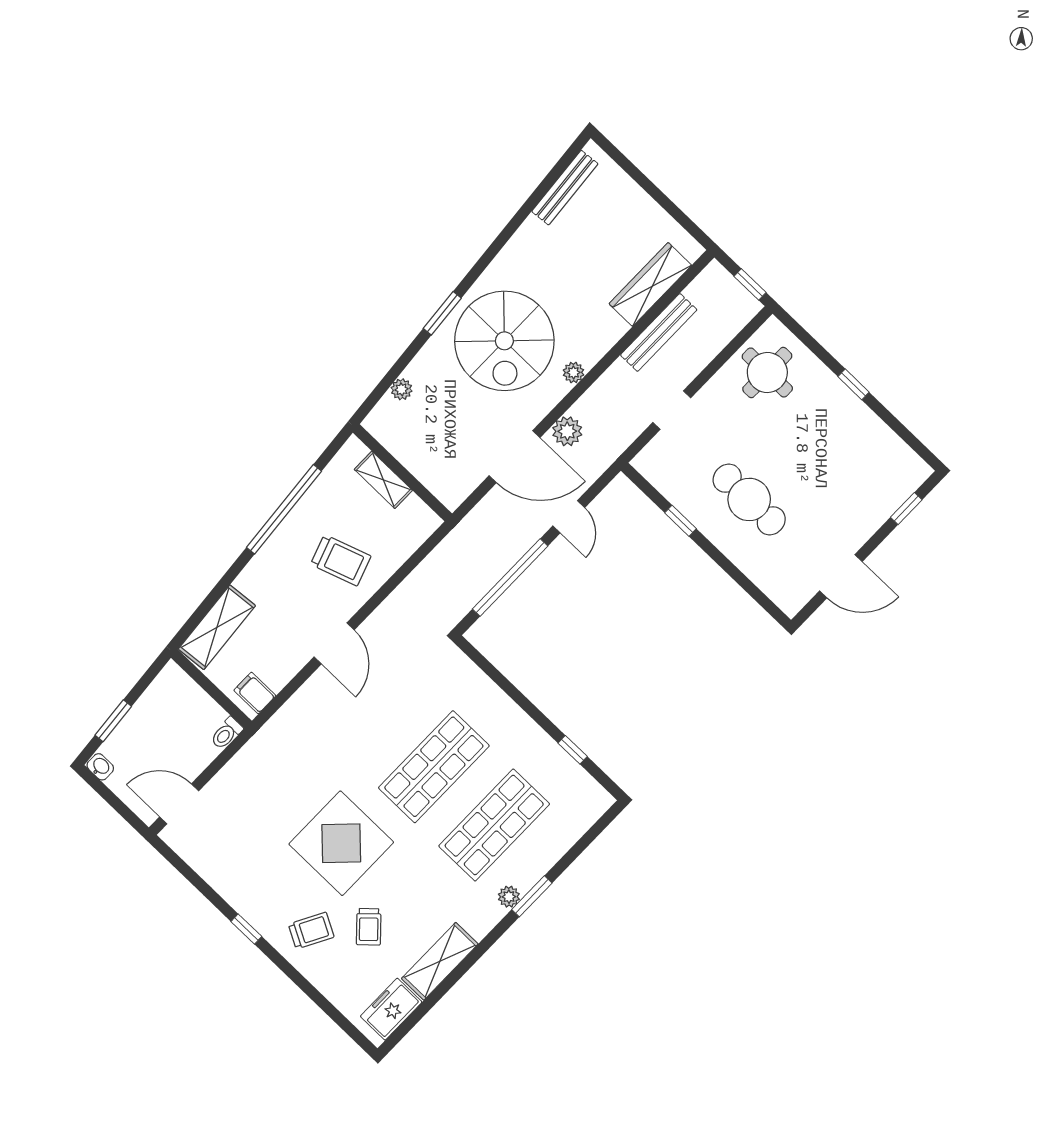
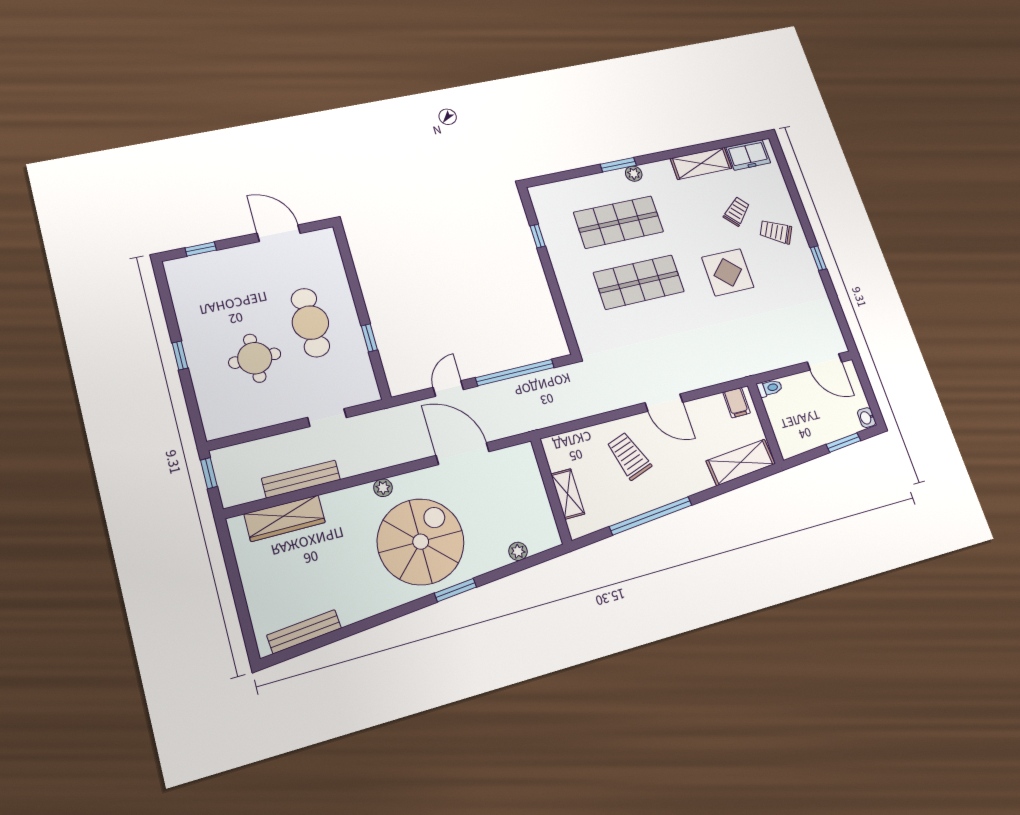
round table: (767, 373) -> (255, 358), moved
plant: (567, 431) -> (413, 448), removed
door: (334, 643) -> (664, 403), swing flipped
display table: (341, 843) -> (728, 272), width x0.73, depth x0.73

